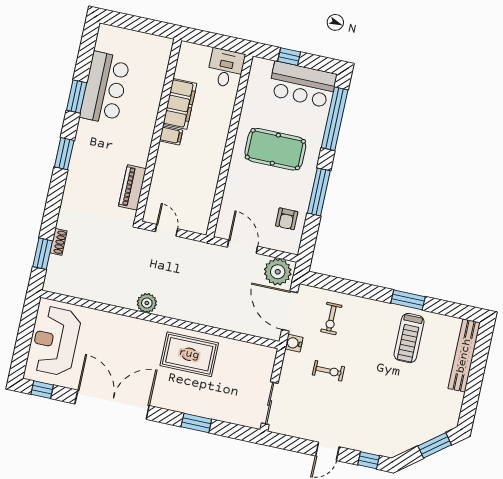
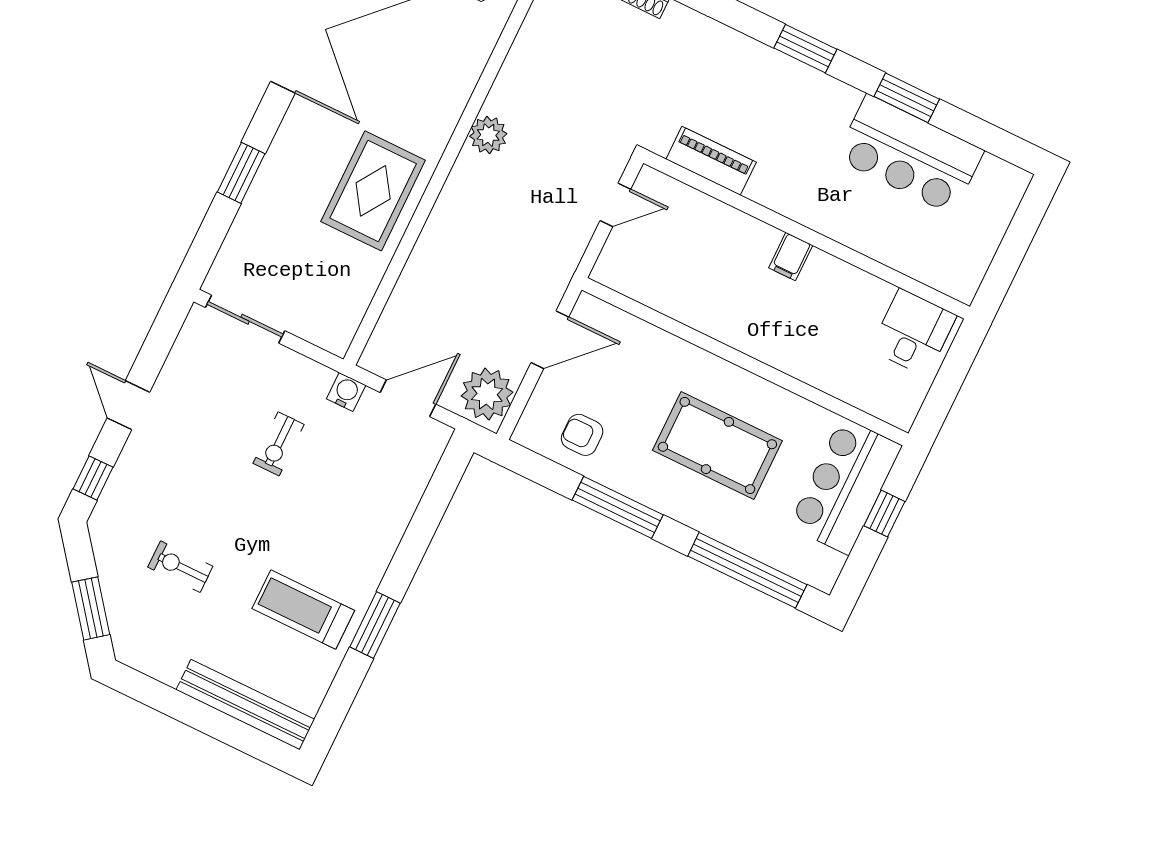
desk: (226, 68) -> (913, 333), moved, turned -90
bar counter: (302, 85) -> (845, 486), moved
filing cabinet: (180, 104) -> (846, 288), removed
pool table: (275, 149) -> (717, 445), turned 90
door: (290, 311) -> (408, 398), width x0.73
exercise bike: (331, 319) -> (180, 567), moved

